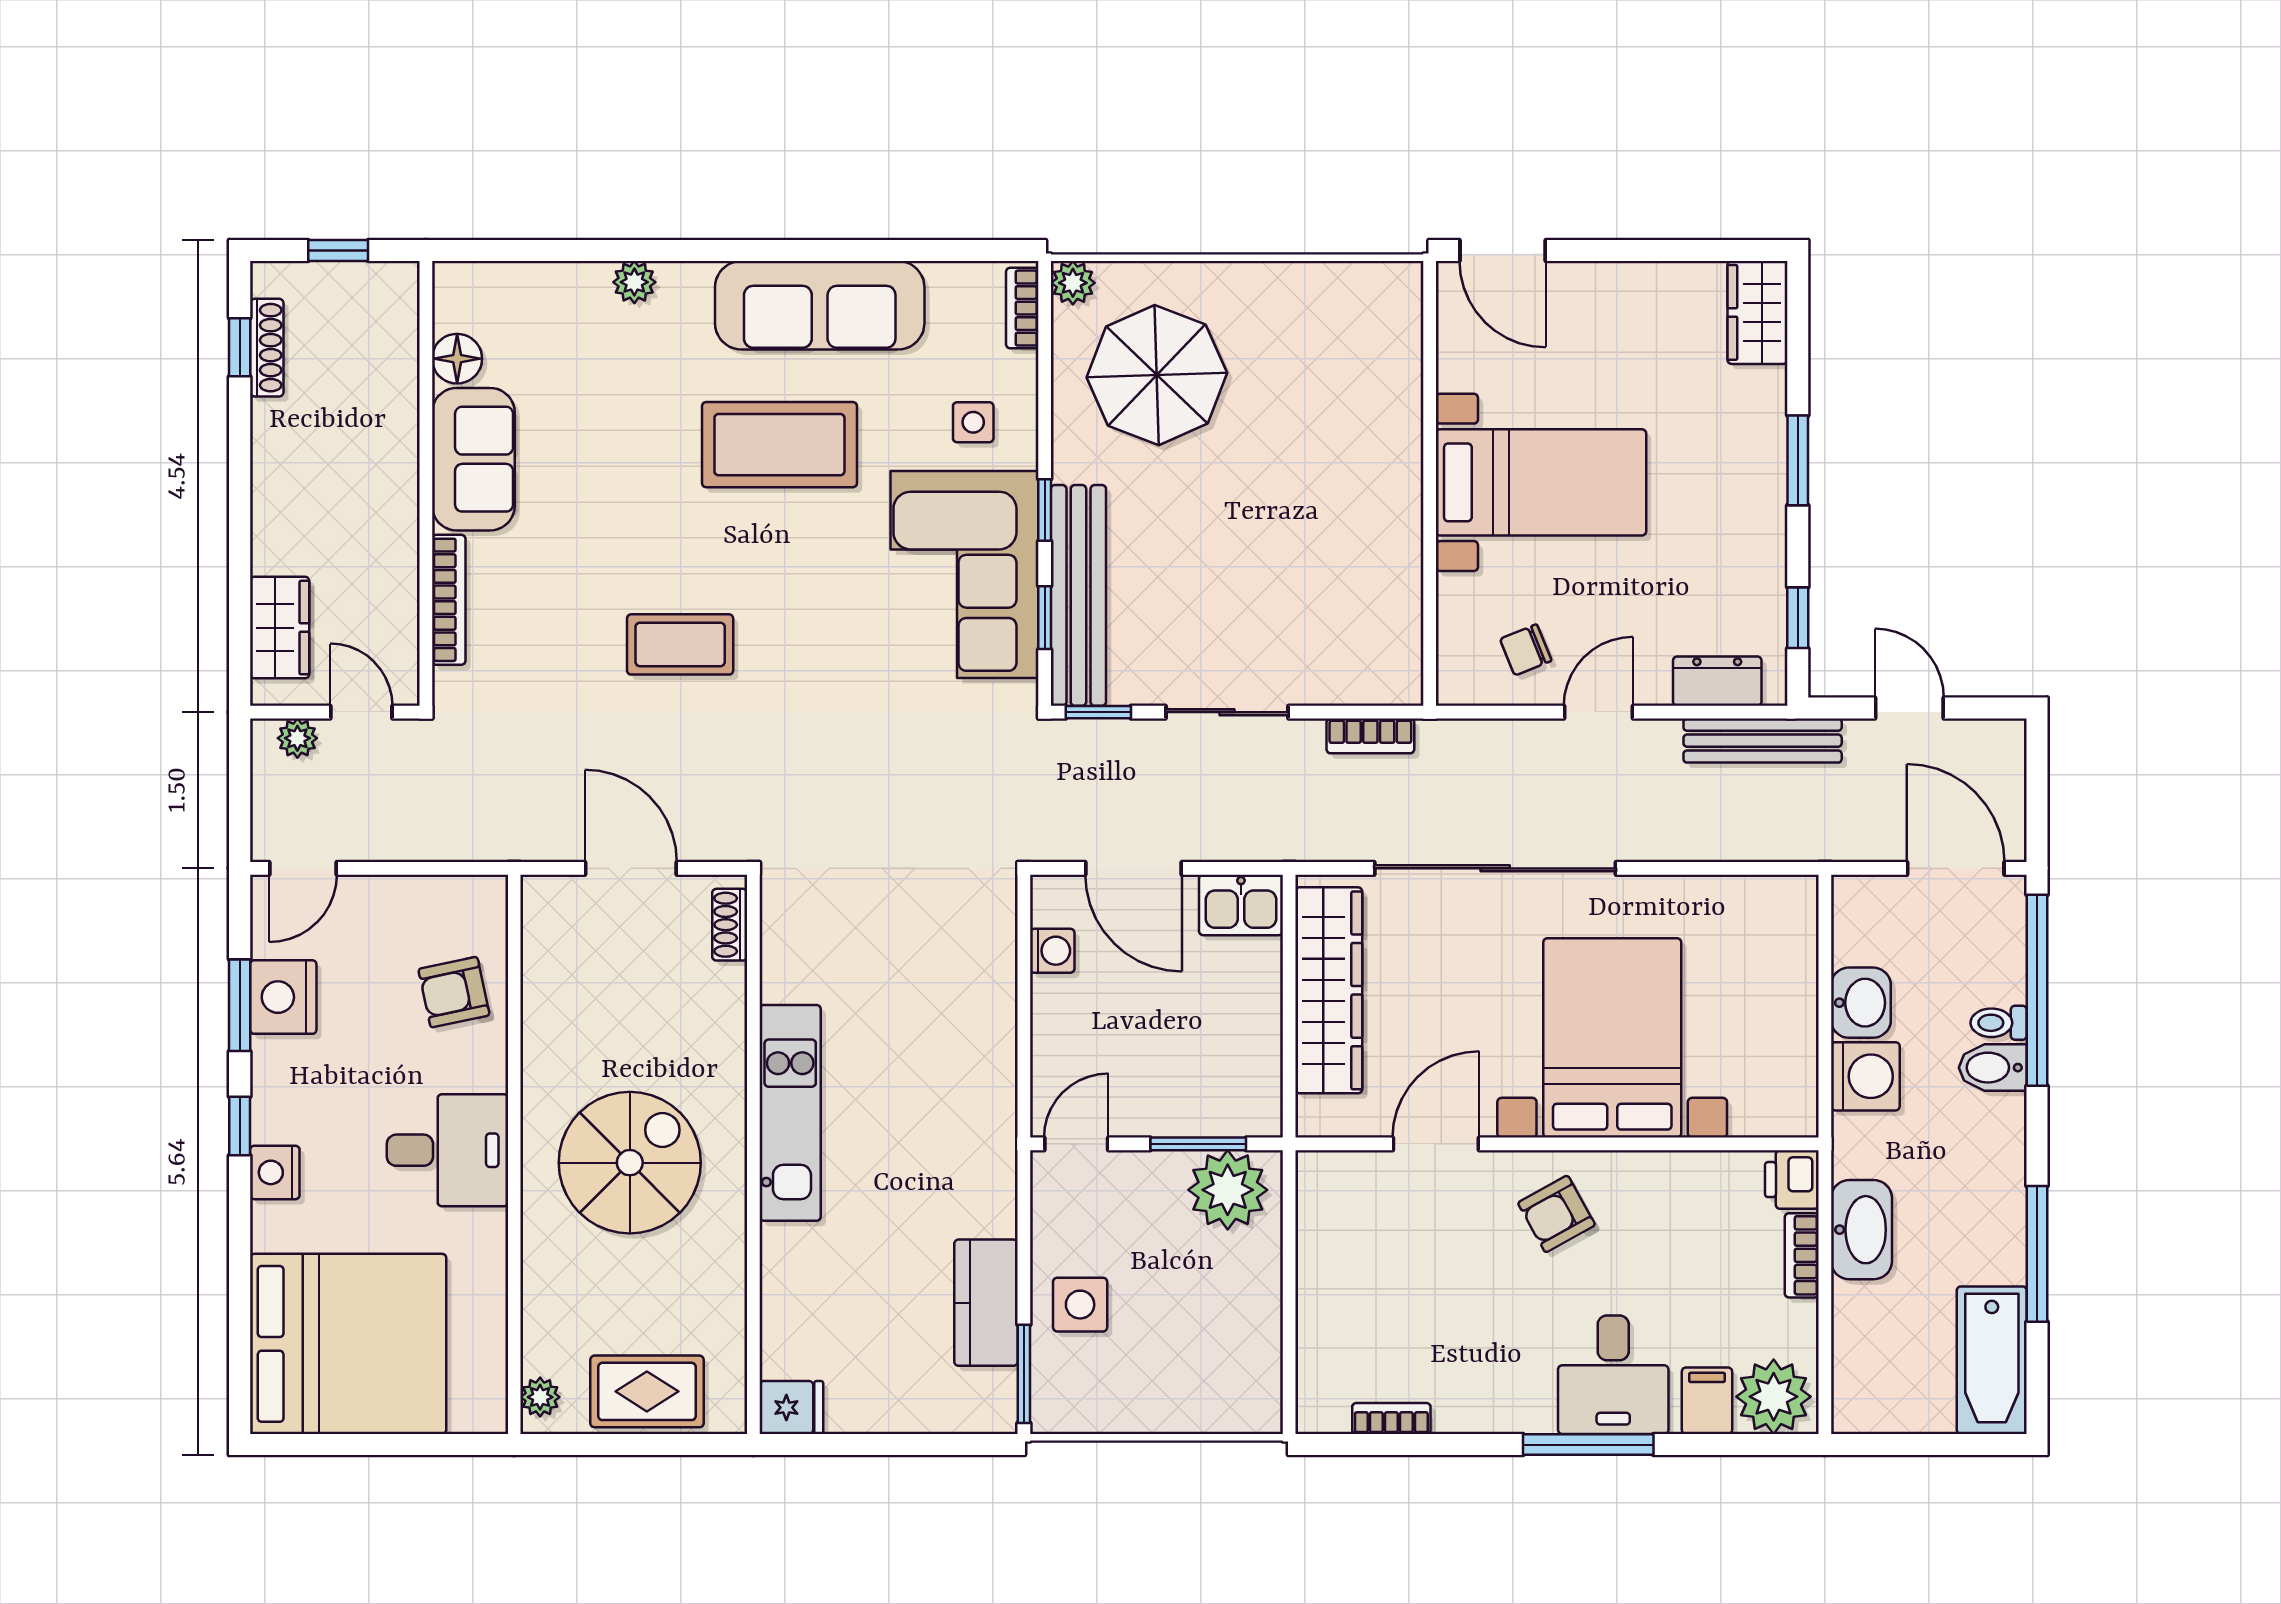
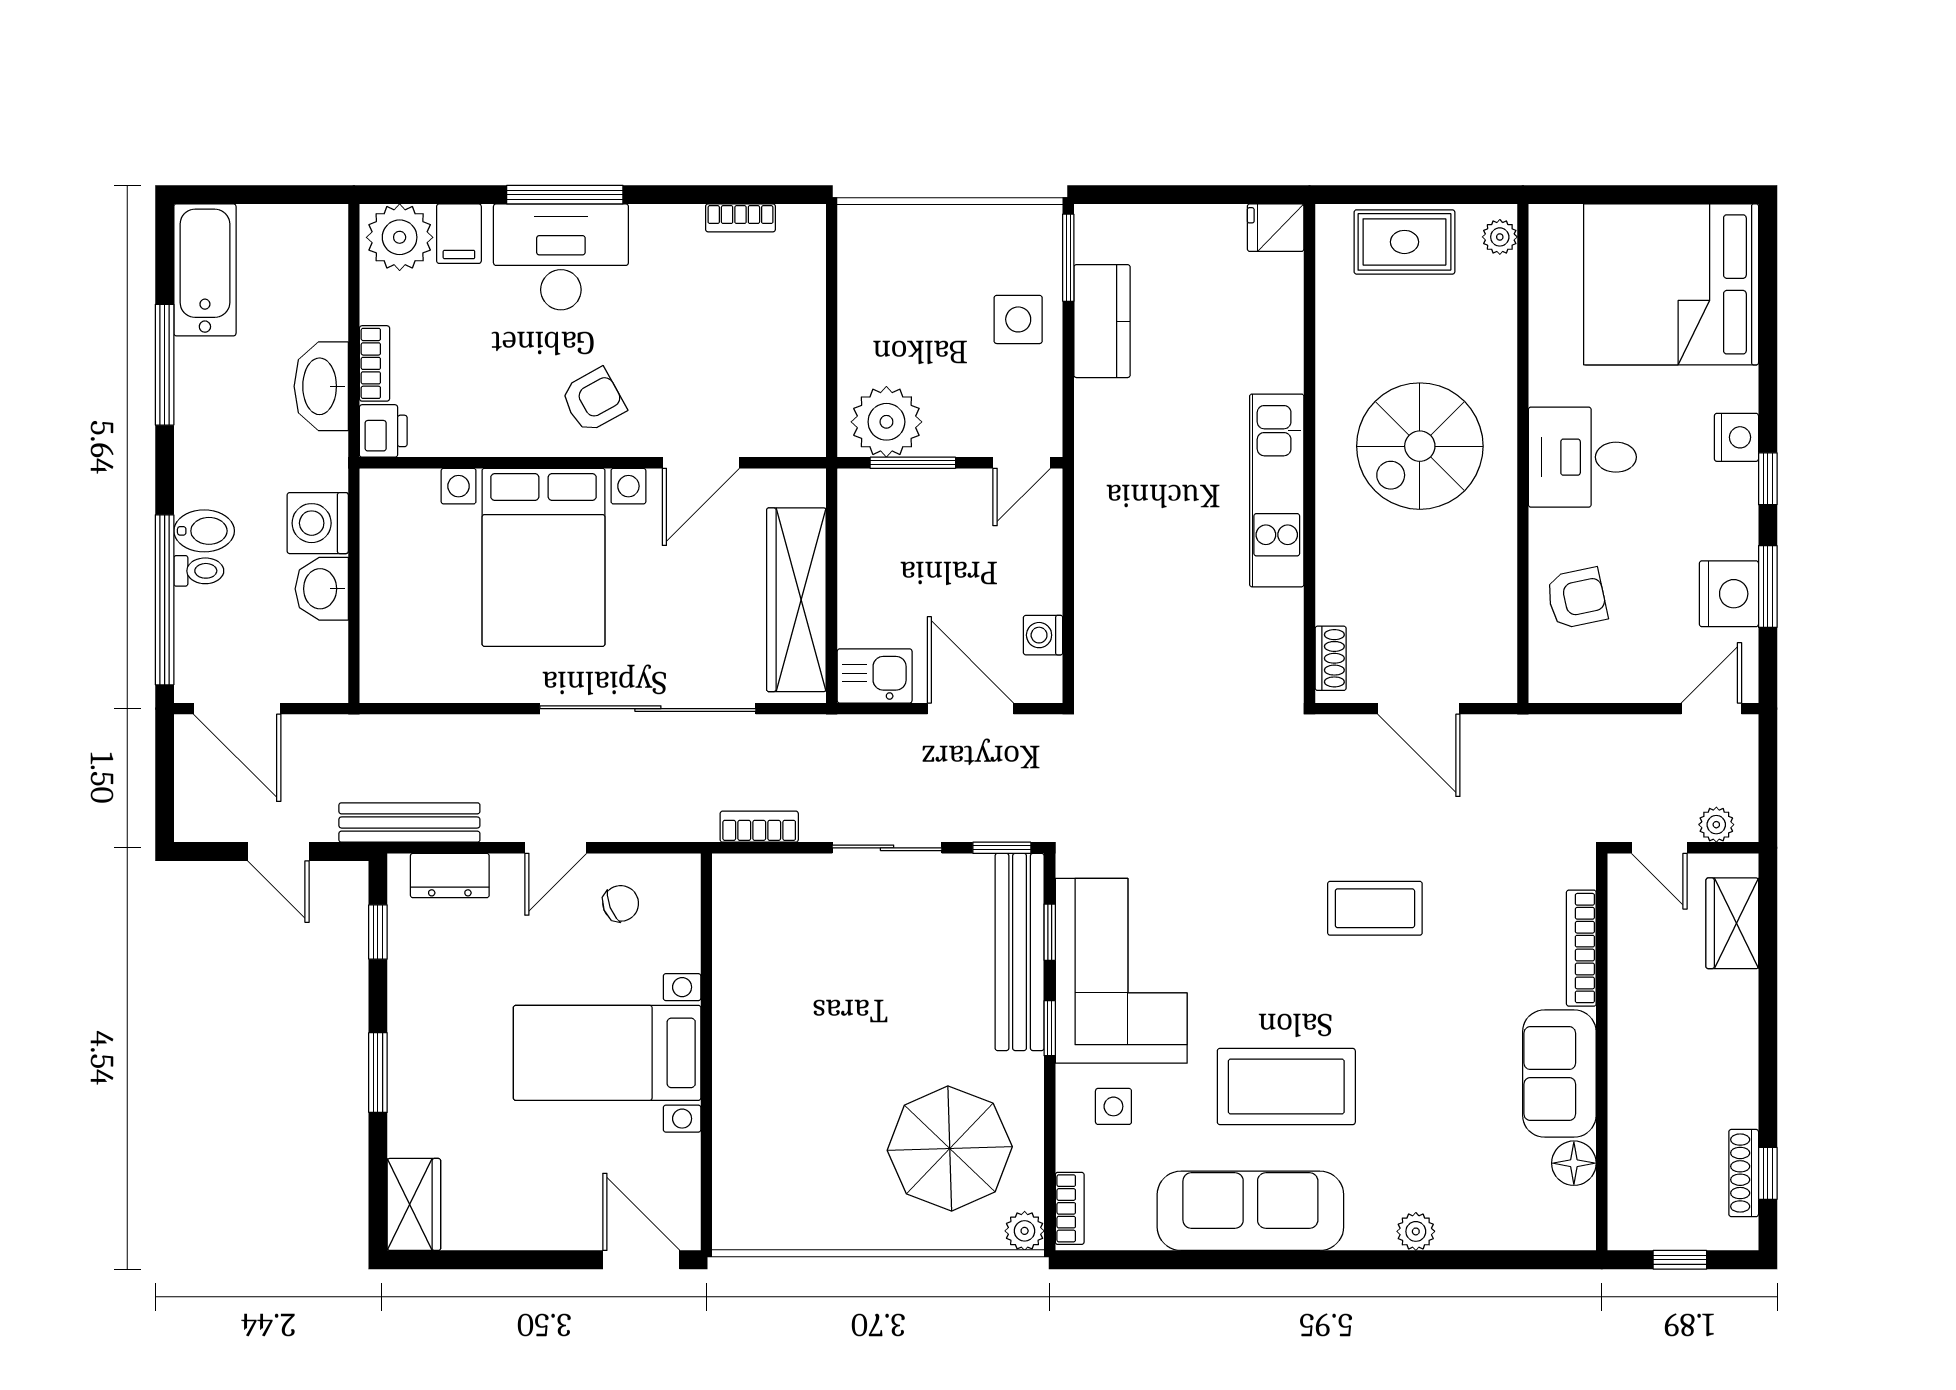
desk: (1613, 1375) -> (561, 257), width x1.37

